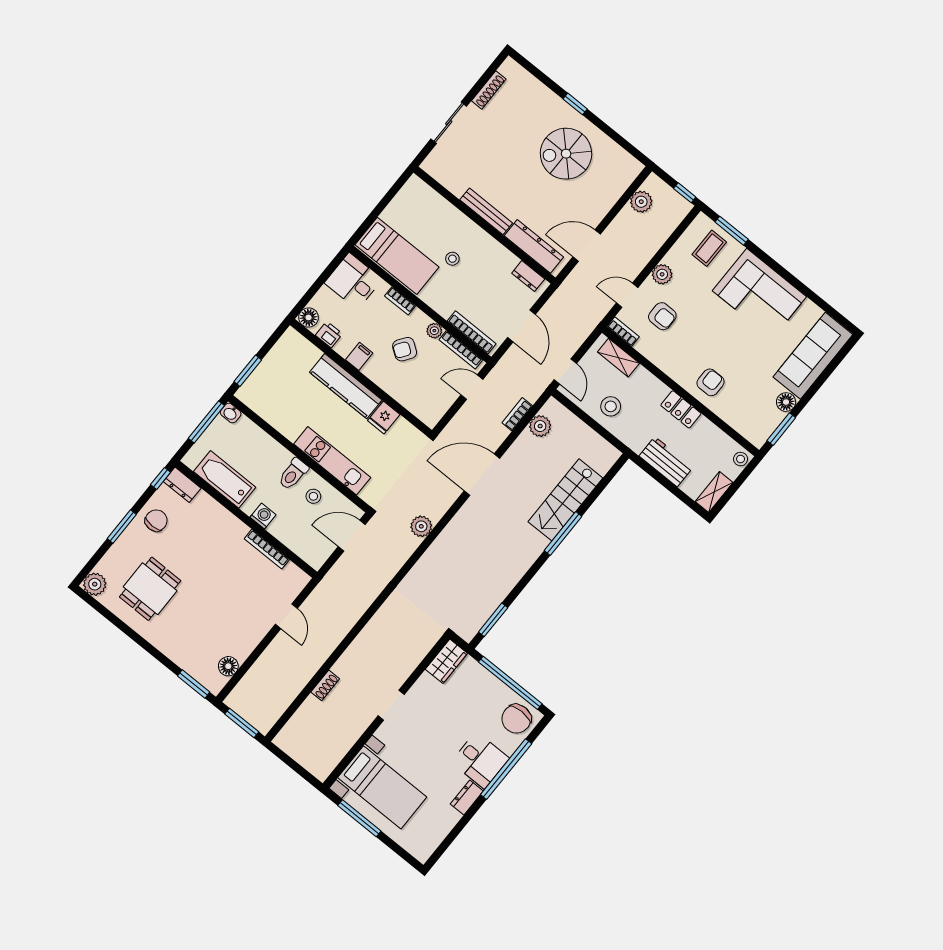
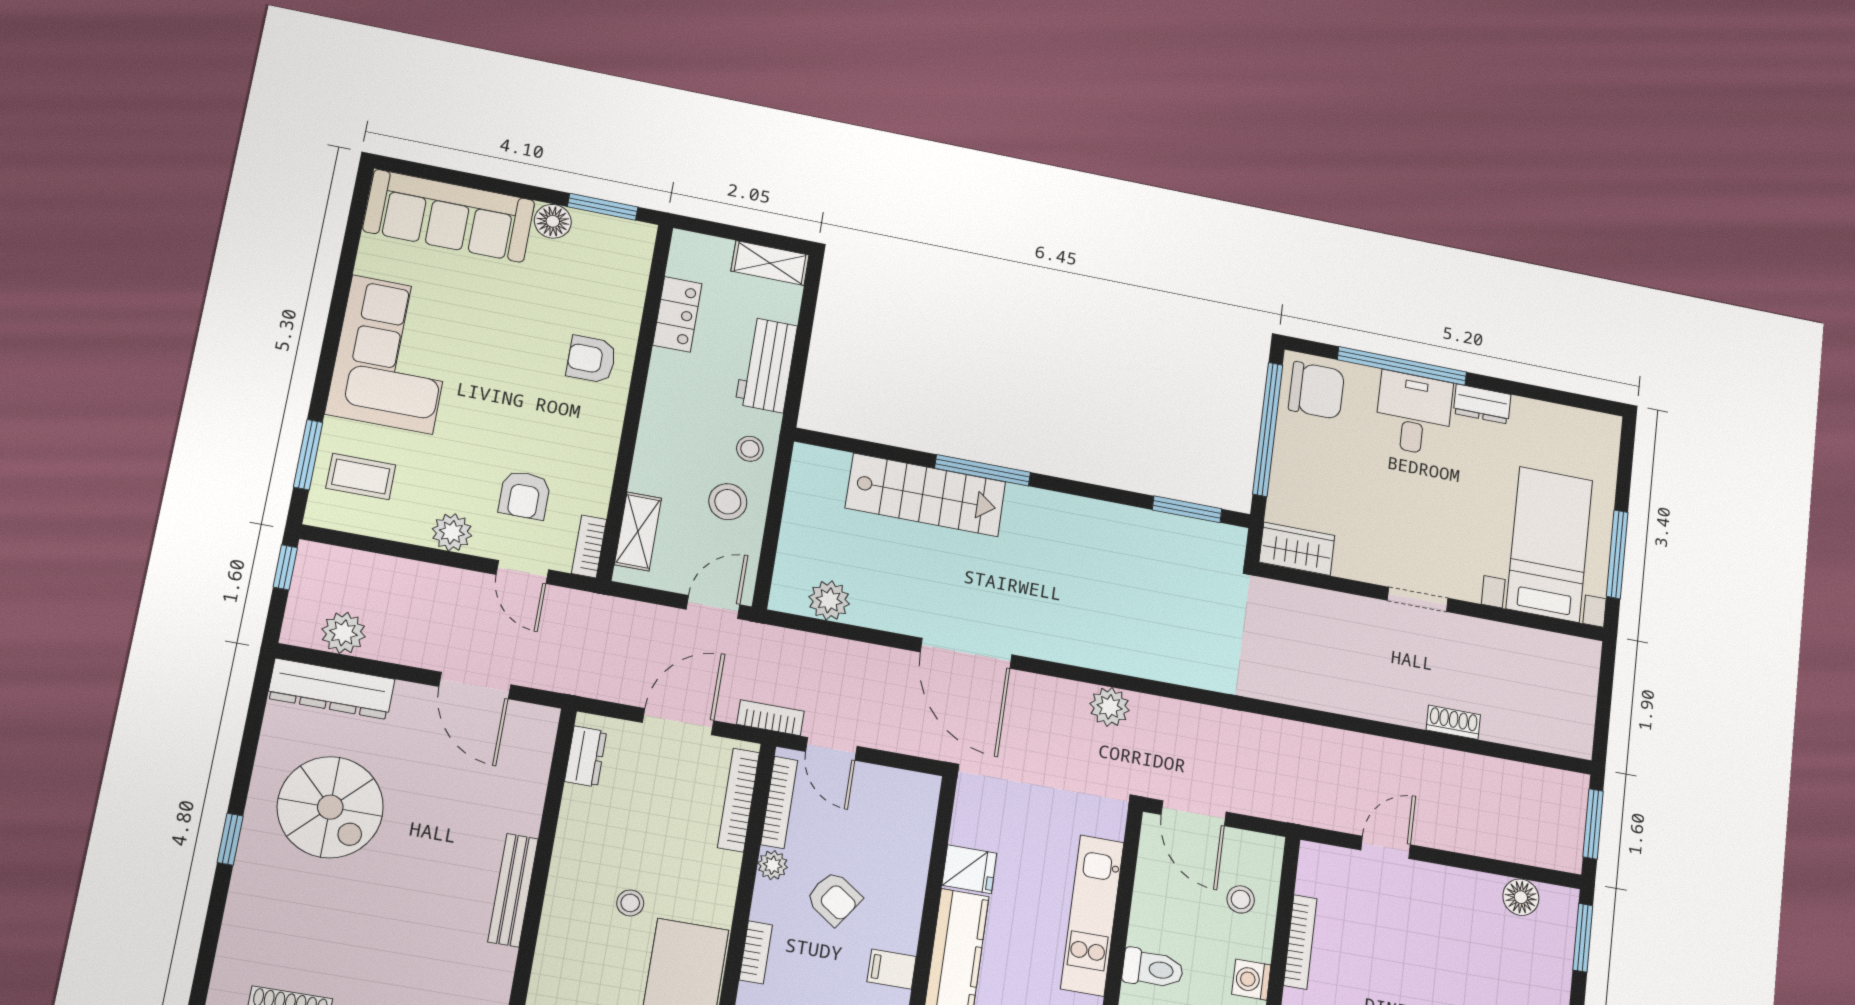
dresser: (534, 246) -> (331, 689), moved, turned -90
armchair: (662, 316) -> (524, 495), turned 180
locker: (681, 409) -> (677, 314), moved
bookcase: (517, 414) -> (770, 718), moved, turned 180
stool: (741, 459) -> (750, 449), moved
stool: (313, 496) -> (1241, 899), moved

